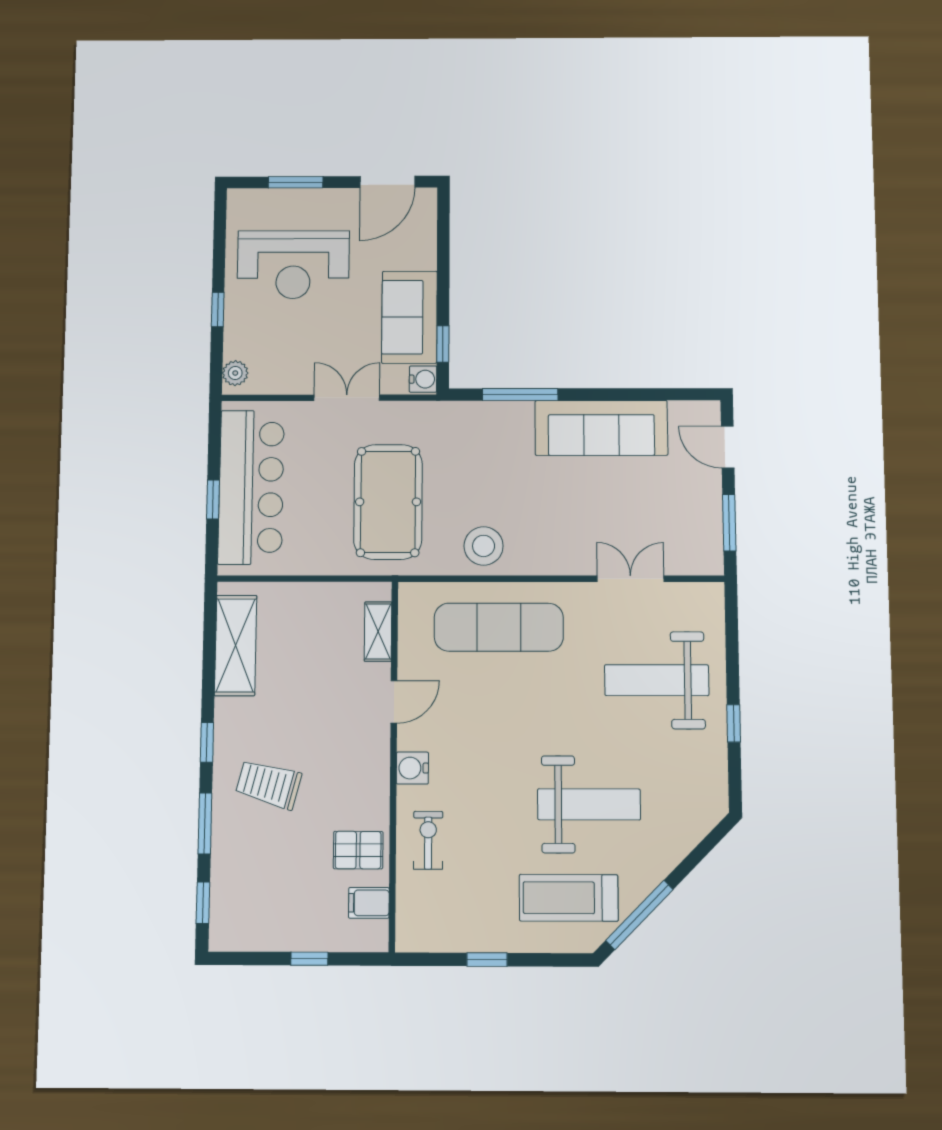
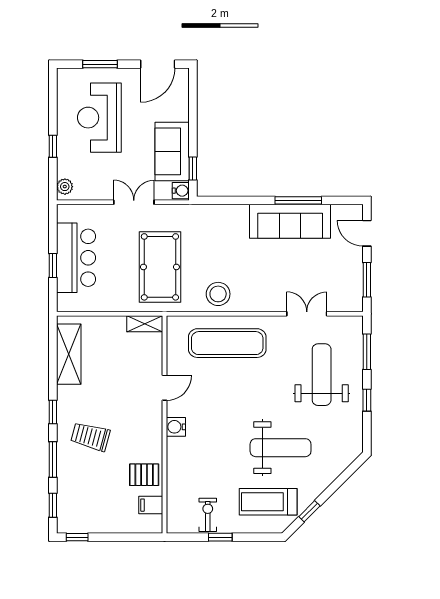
reception desk: (293, 265) -> (99, 118), turned 90
window: (520, 394) -> (298, 200), moved
bar counter: (251, 487) -> (76, 258), width x0.73
shelving: (378, 632) -> (145, 324), moved, turned 90
window: (732, 642) -> (367, 352), added
weight bench: (657, 680) -> (322, 375), turned 90
exercise bike: (428, 840) -> (208, 515), moved
window: (639, 915) -> (309, 511), width x0.46
window: (309, 959) -> (77, 537), moved

